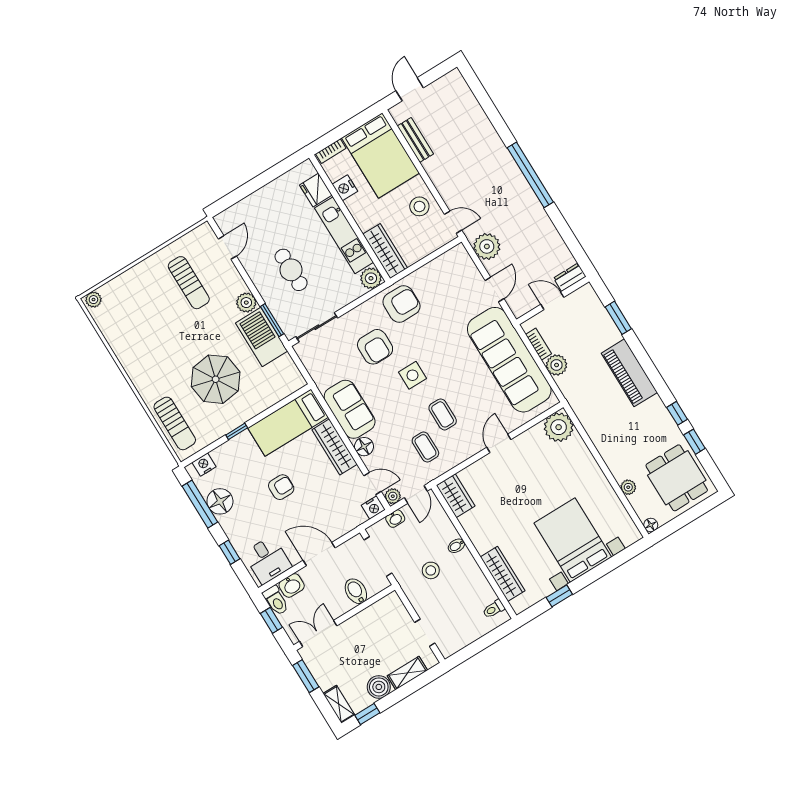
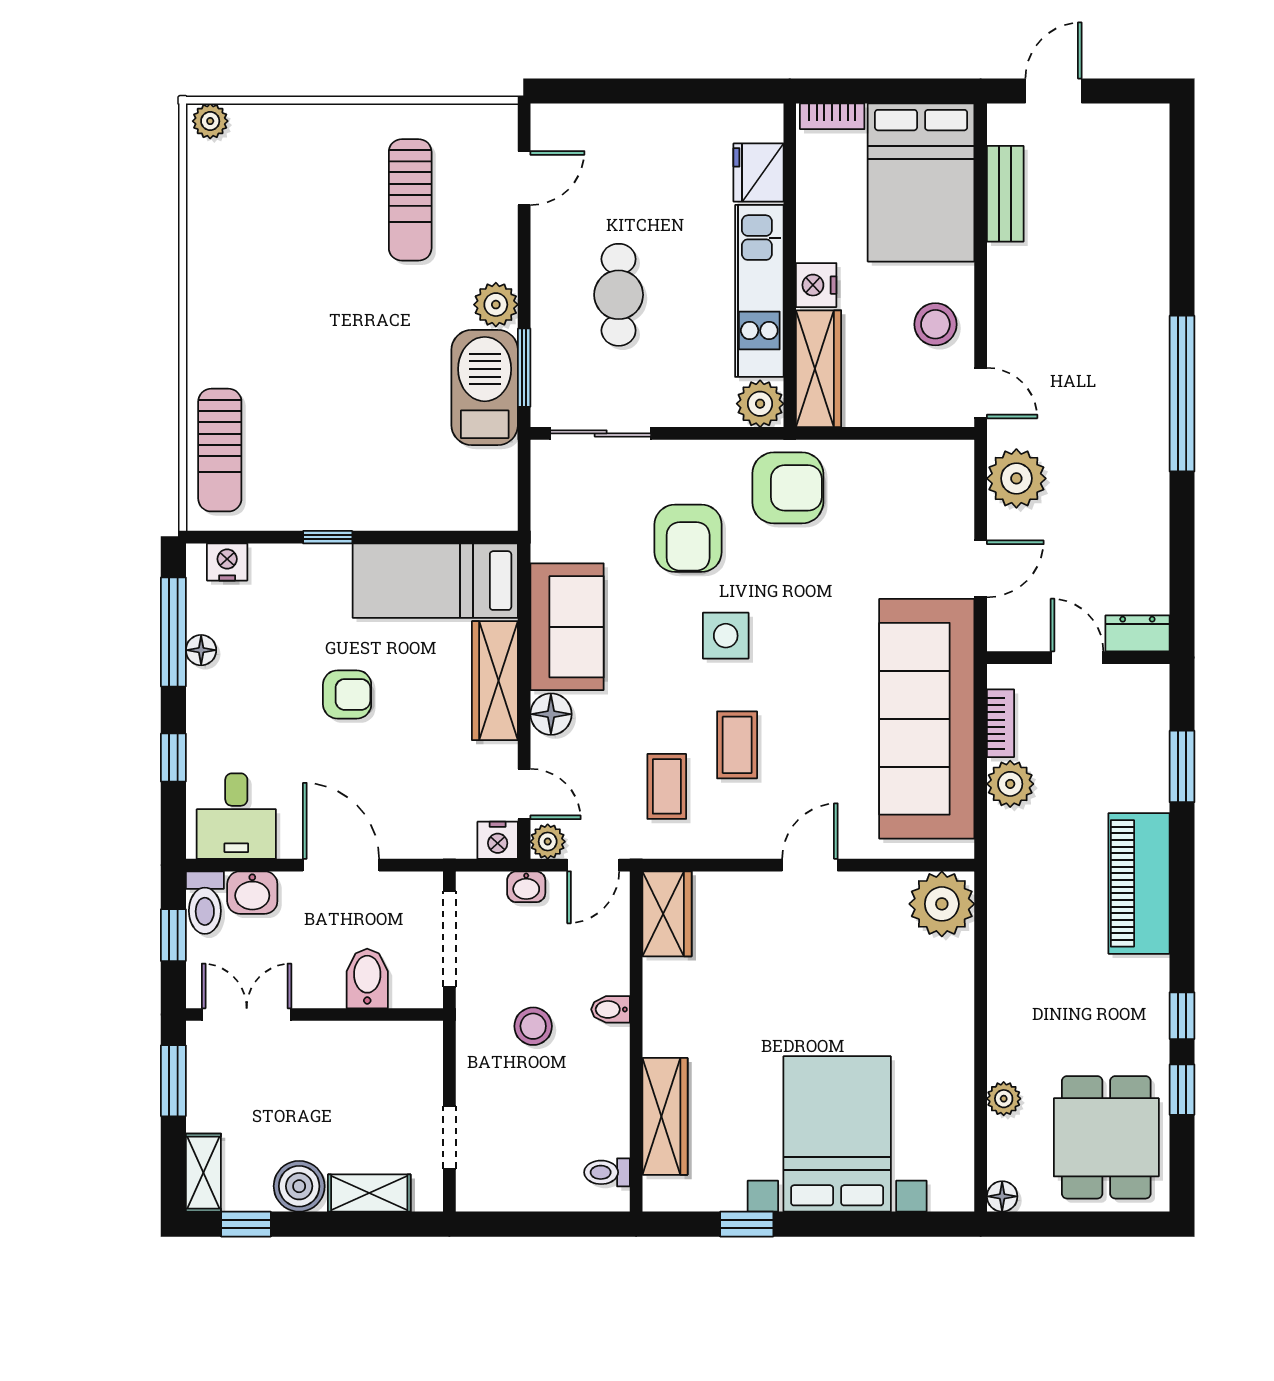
nightstand: (345, 188) -> (816, 285), moved
parasol: (216, 379) -> (349, 414), removed
floor lamp: (220, 501) -> (201, 650), width x0.53, depth x0.53

